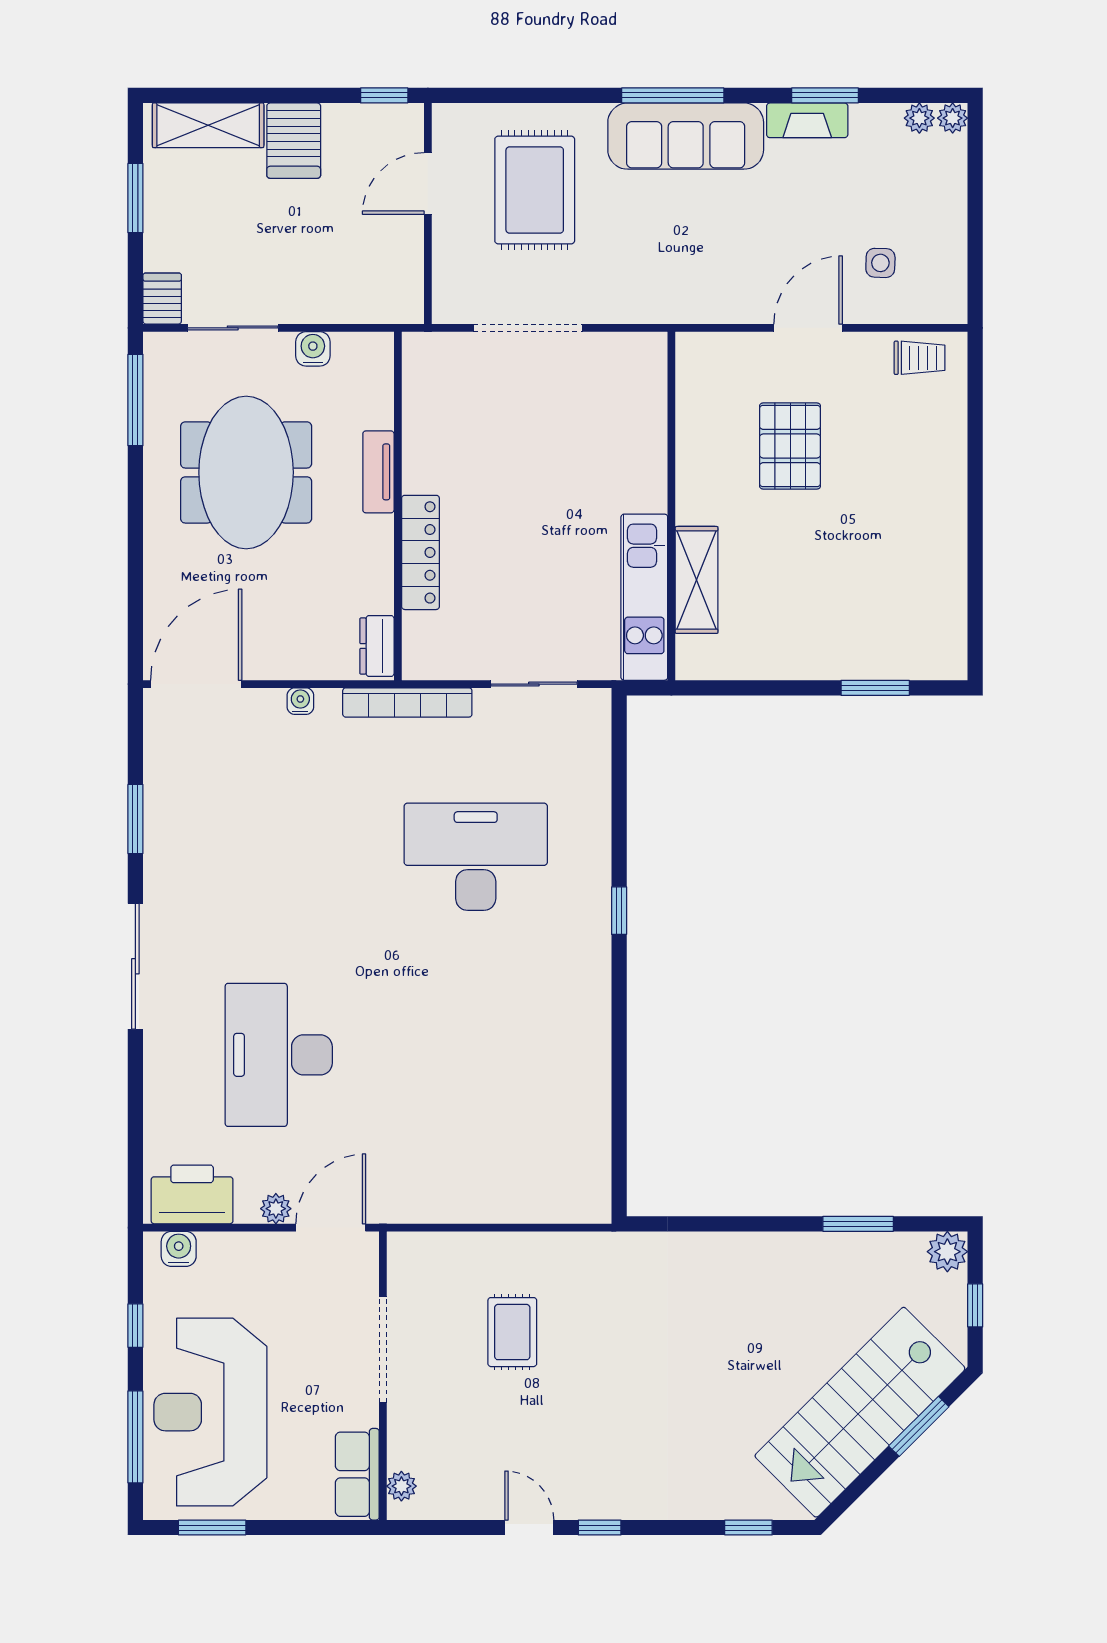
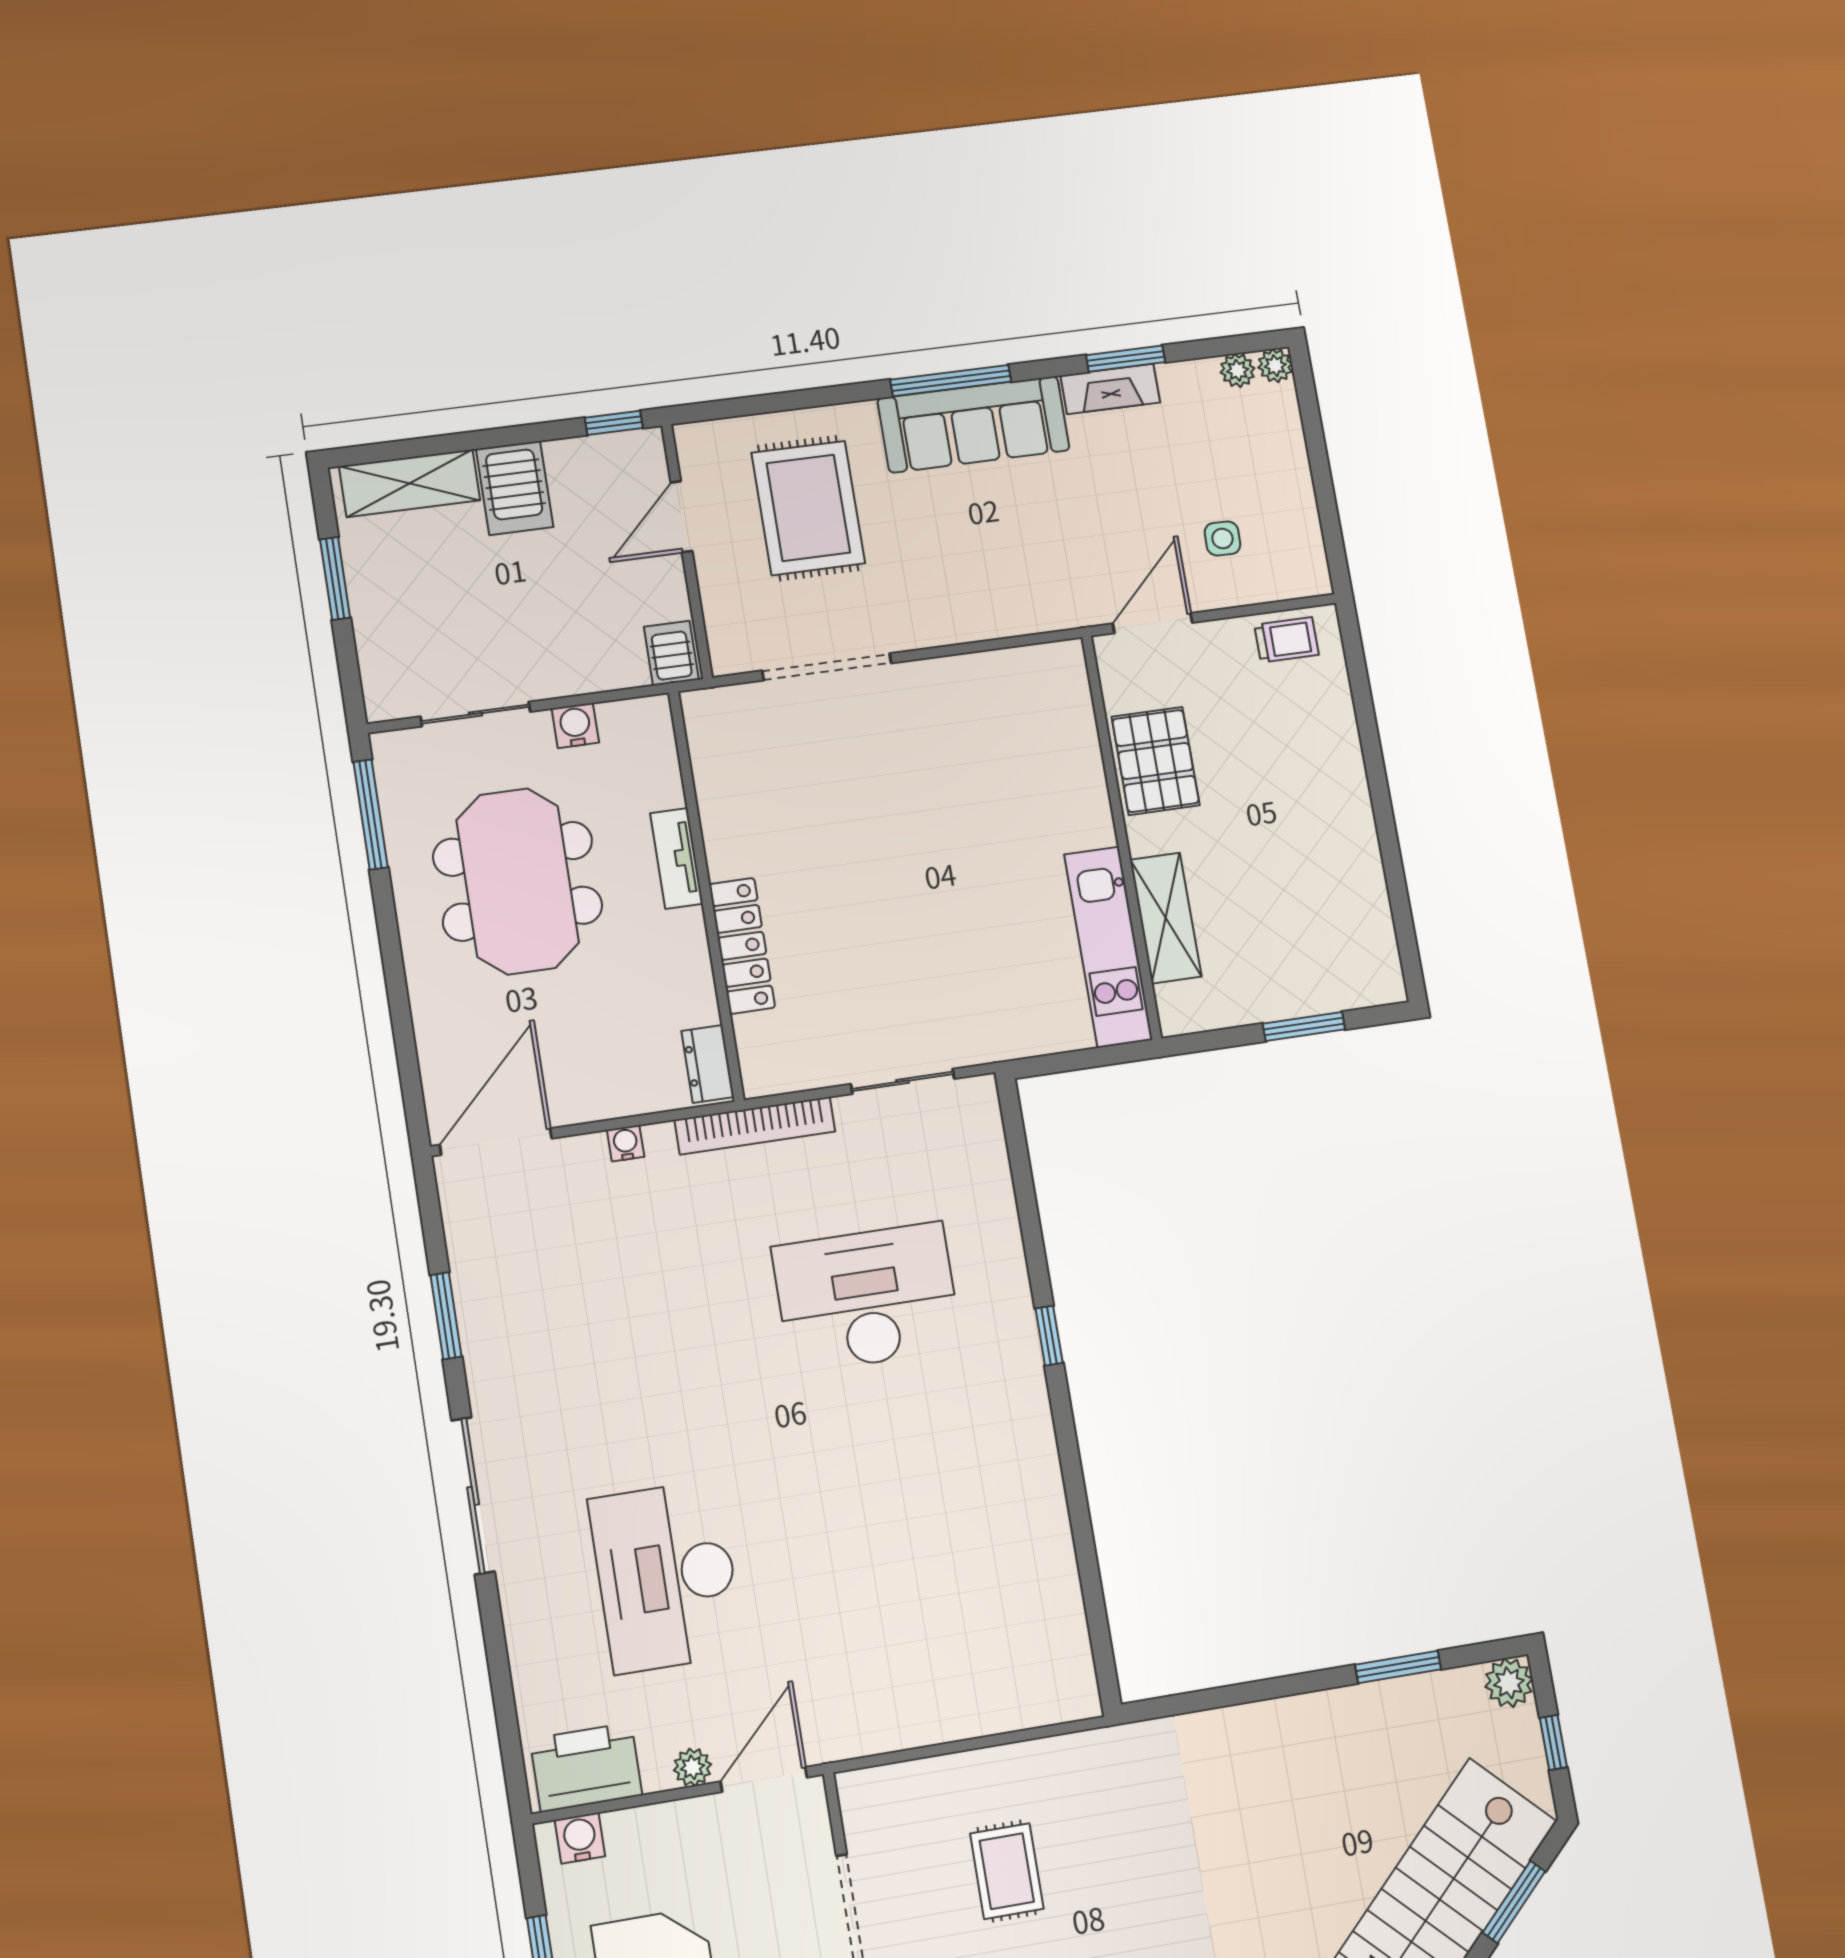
server rack: (162, 299) -> (671, 653), moved
wall: (671, 506) -> (1122, 837), moved
shelving: (697, 580) -> (1166, 918), moved
kitchen unit: (644, 597) -> (1108, 947), moved

